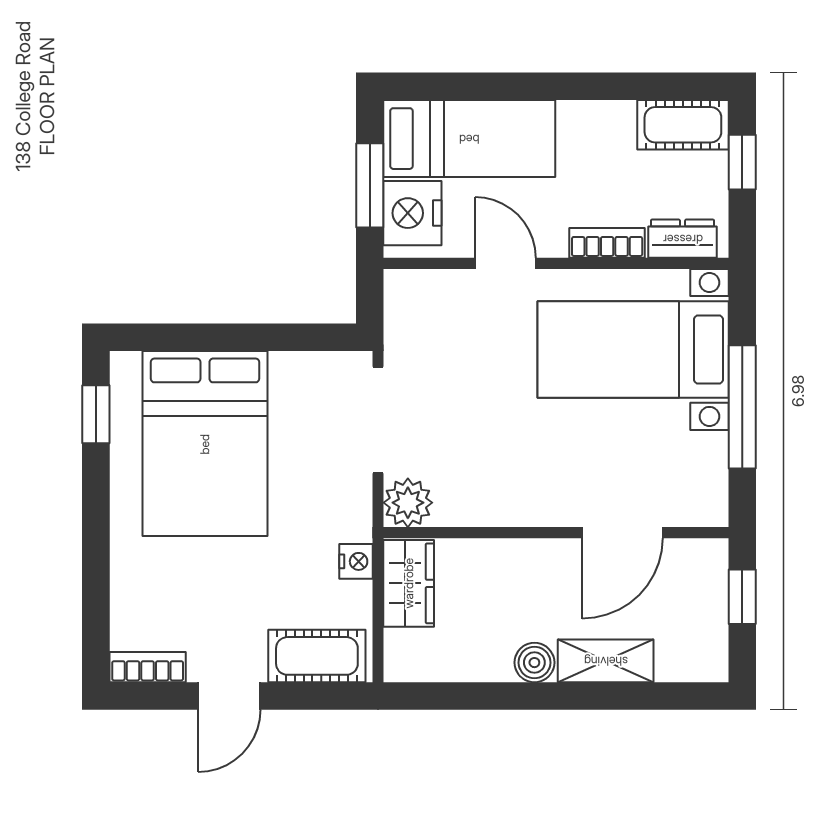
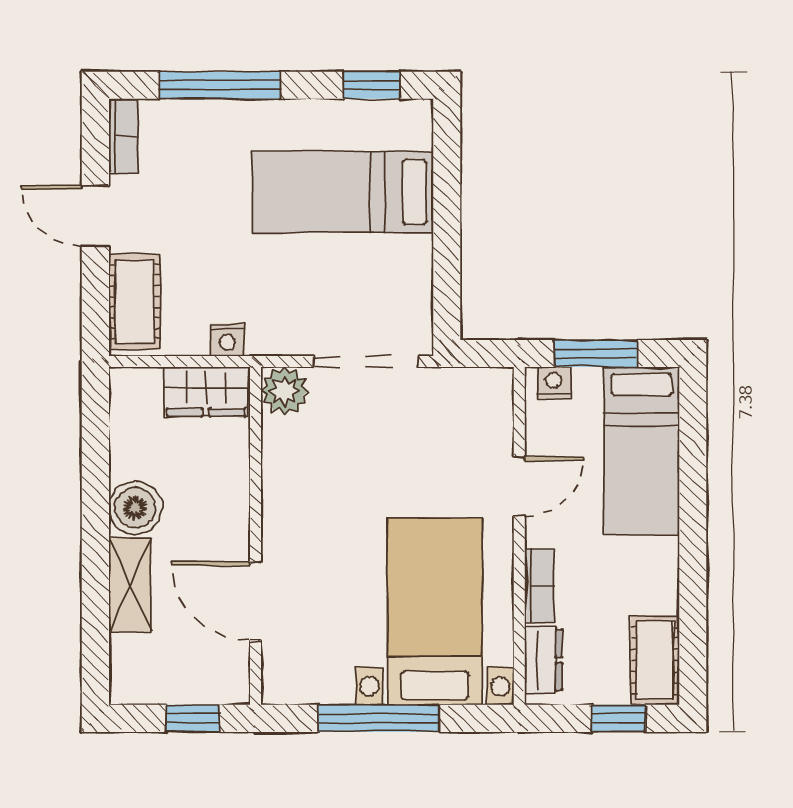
nightstand: (412, 213) -> (554, 383), width x0.53, depth x0.56
bed: (205, 444) -> (343, 192), width x0.67
window: (96, 569) -> (220, 85), added
boiler: (534, 663) -> (135, 508), width x1.36, depth x1.36

